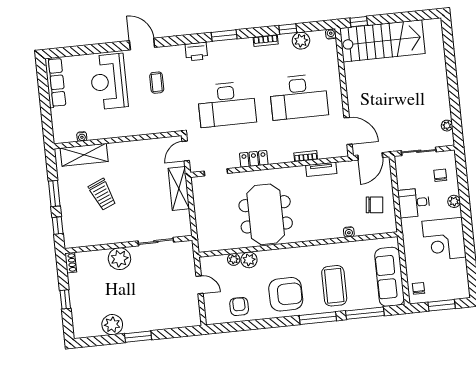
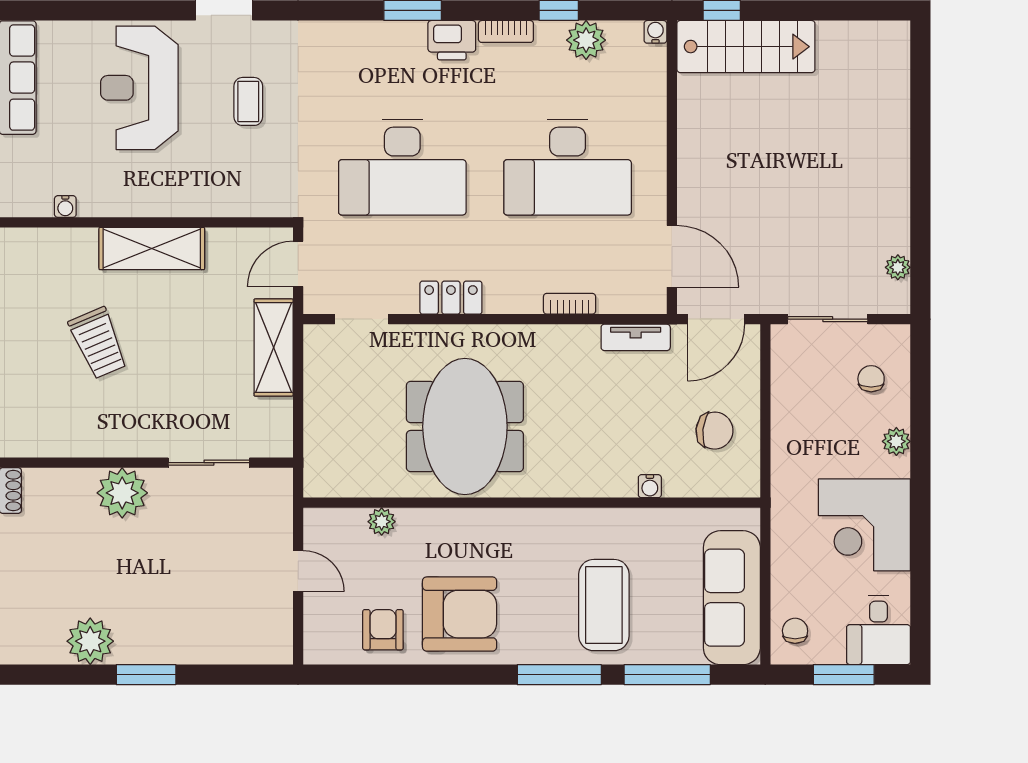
stairs: (382, 41) -> (746, 47), width x0.73, depth x0.66
printer: (196, 52) -> (452, 40), moved
shelving: (84, 155) -> (152, 249), moved
tv unit: (321, 169) -> (636, 337), moved
desk: (414, 203) -> (879, 630), moved, turned -90
plant: (249, 260) -> (416, 526), removed
armchair: (286, 294) -> (460, 614), moved

